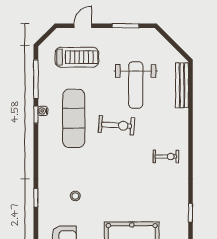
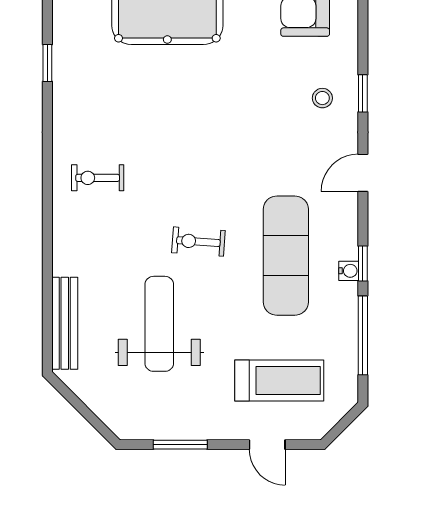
door: (83, 26) -> (267, 445), hinge flipped
treadmill: (77, 57) -> (279, 380), turned 180
exercise bike: (117, 125) -> (198, 242), width x0.73, depth x0.72
door: (36, 159) -> (363, 173), added
stool: (75, 196) -> (322, 98), moved

